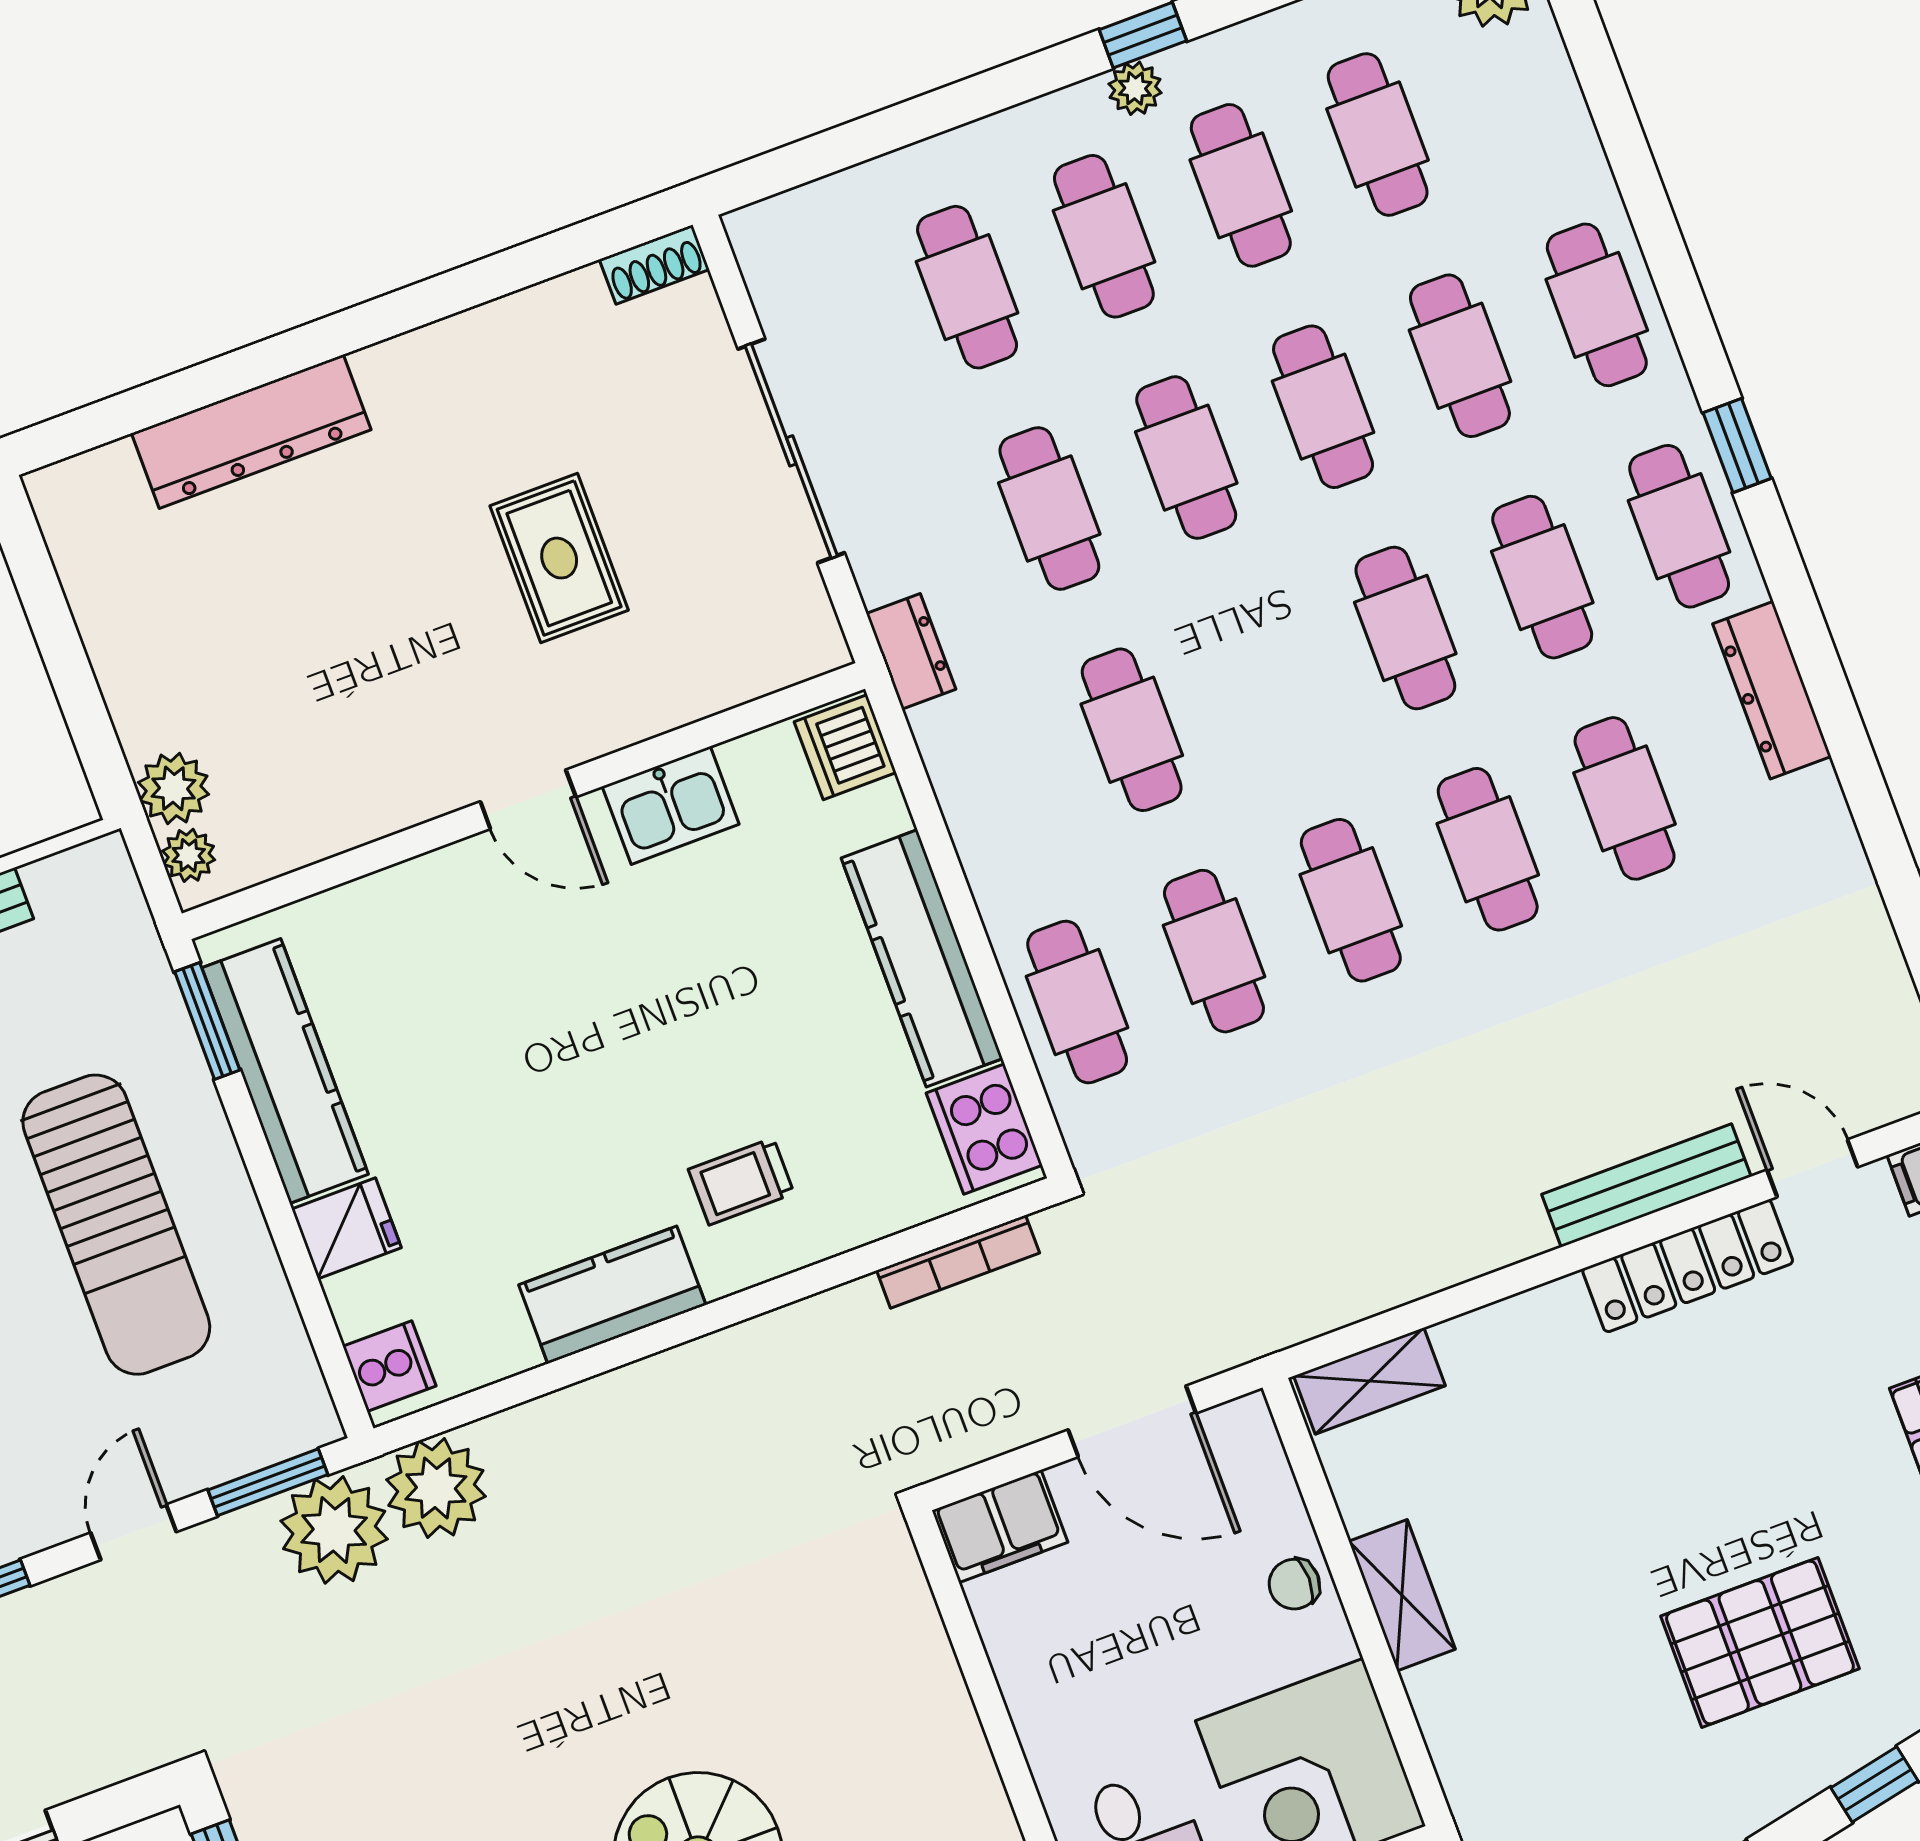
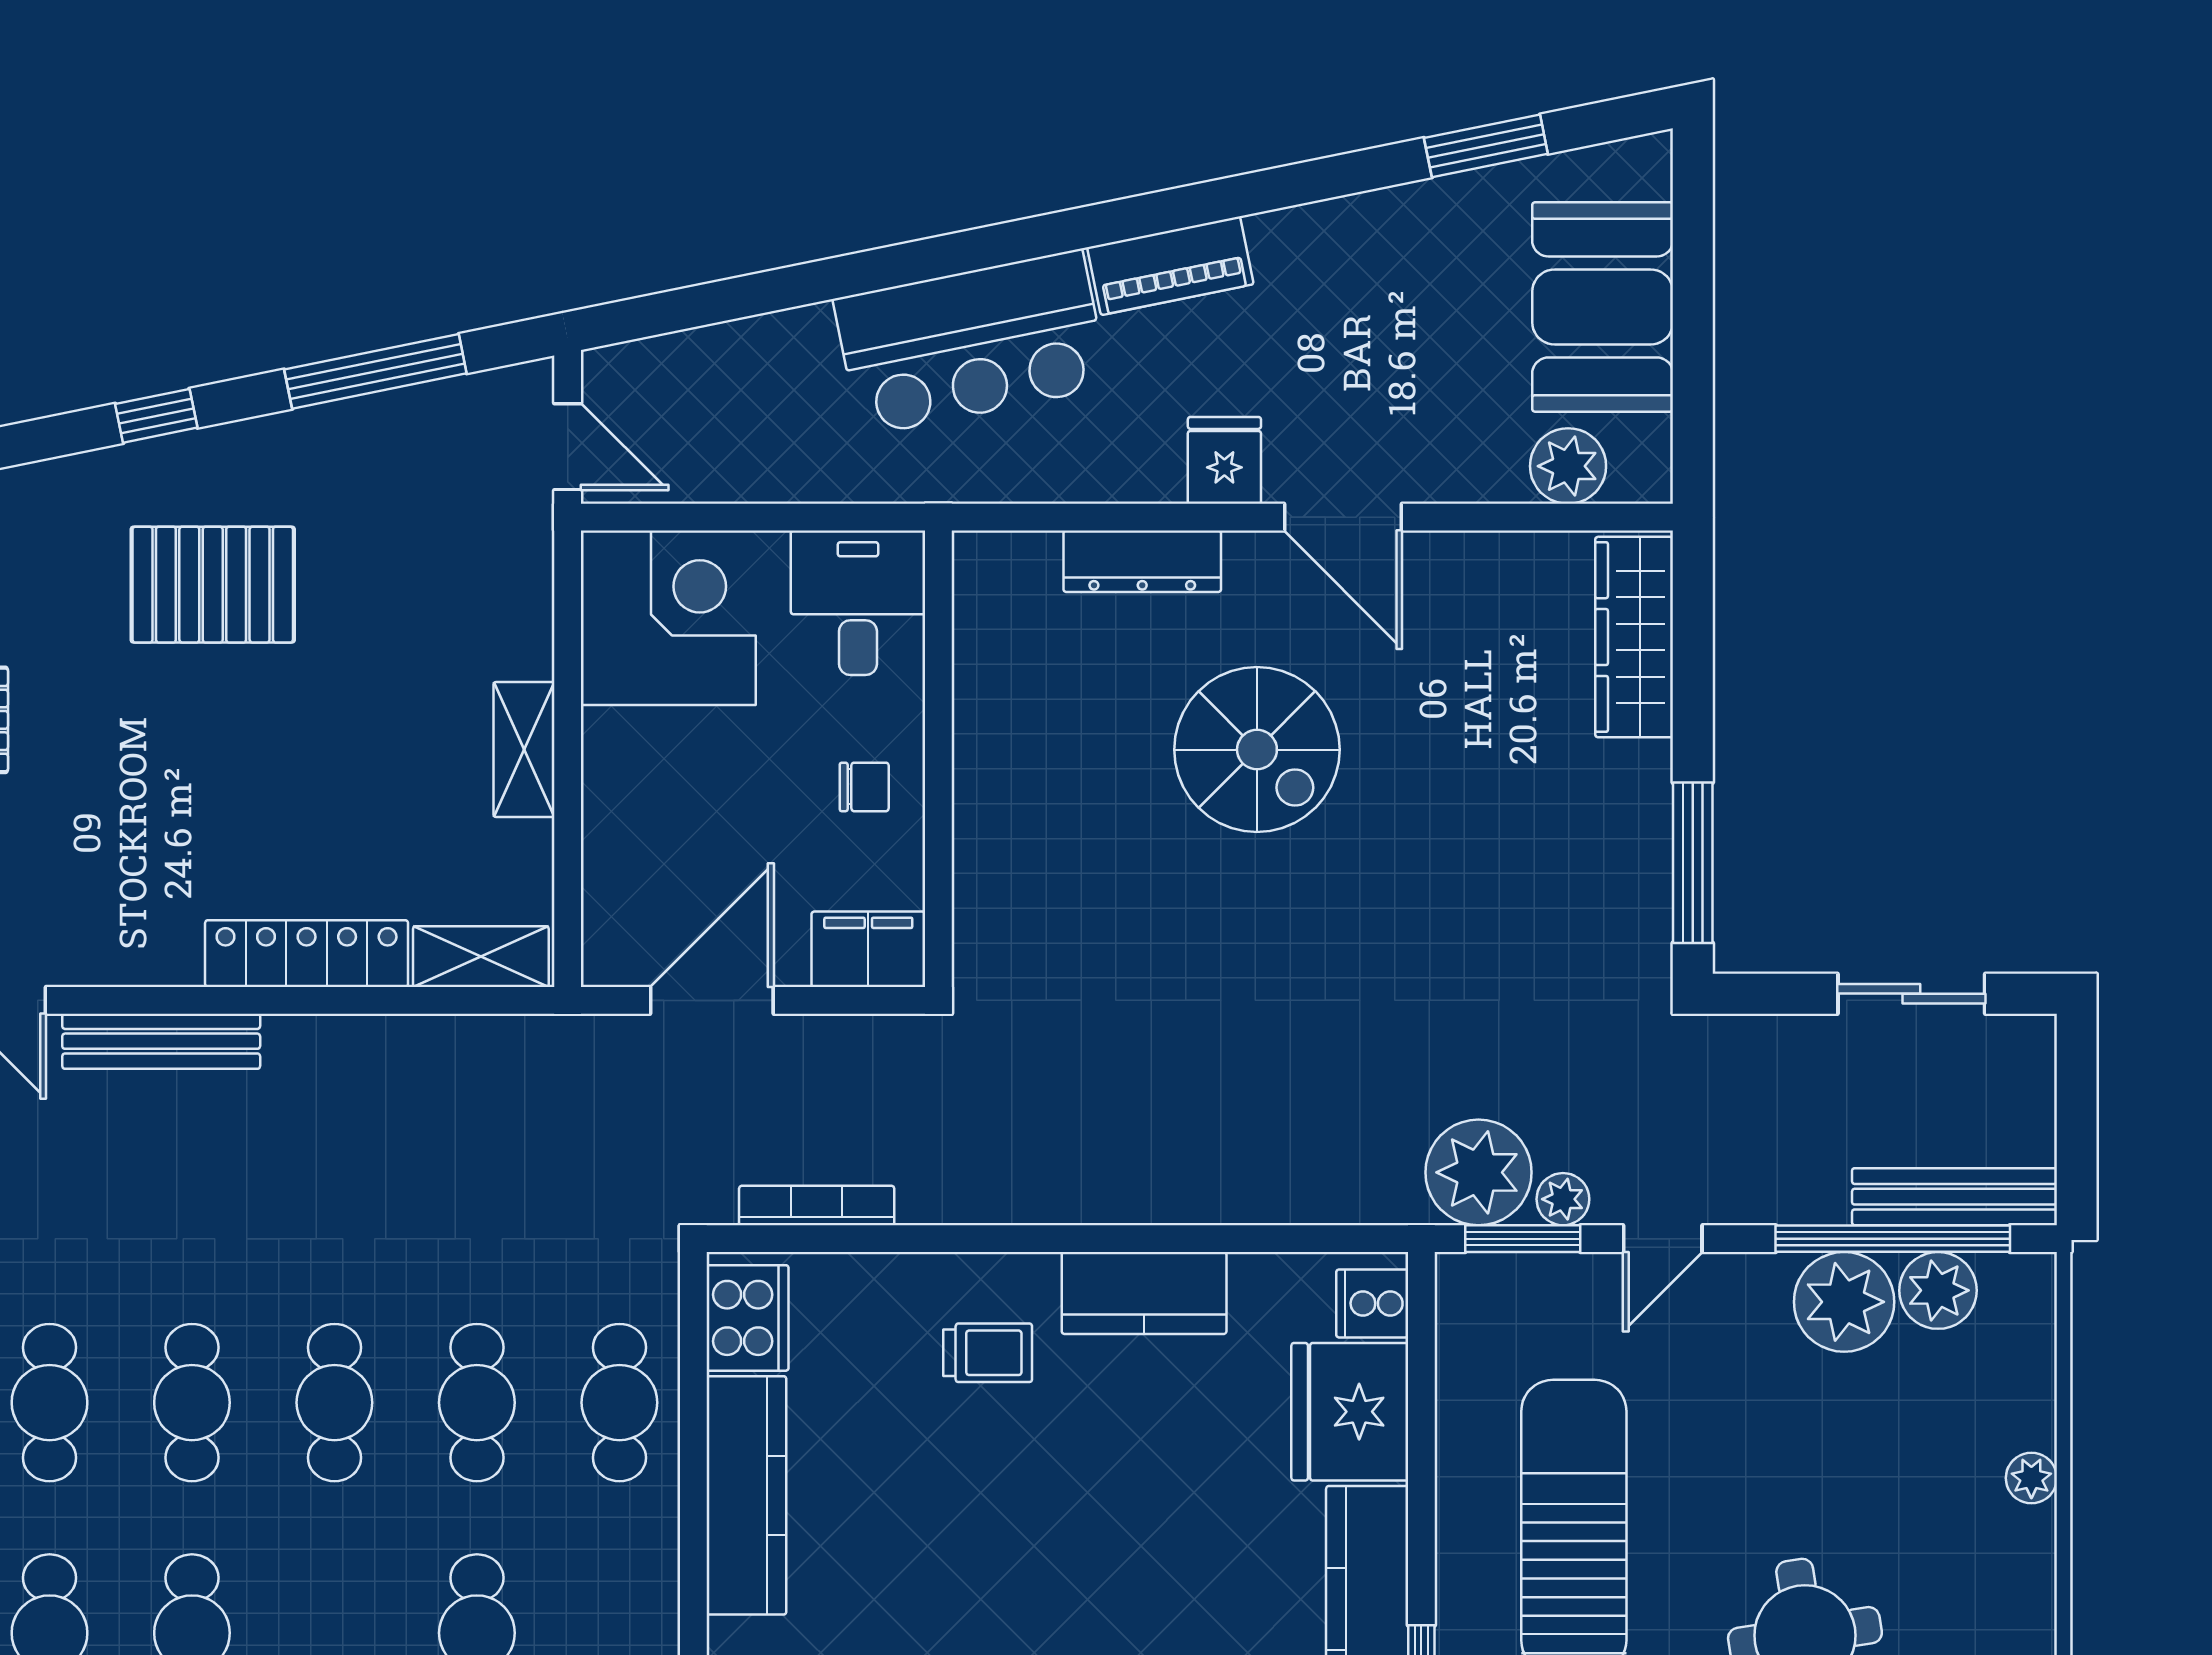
fridge: (346, 1228) -> (1350, 1412), width x1.88, depth x1.34
locker: (1688, 1266) -> (307, 954), moved
door: (1132, 1421) -> (712, 1000), hinge flipped
plant: (436, 1488) -> (1563, 1199), moved, width x0.53, depth x0.53
chair: (1294, 1584) -> (864, 787), moved

